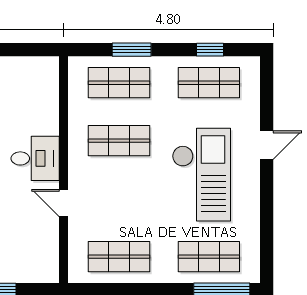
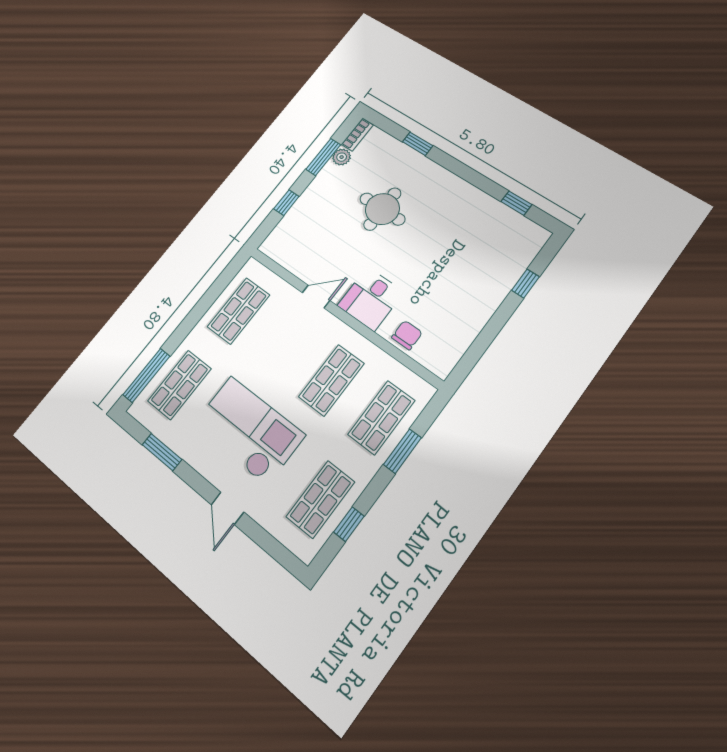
chair: (44, 109) -> (407, 335), added
checkout: (201, 175) -> (248, 430), turned 180
window: (267, 228) -> (162, 452), added

